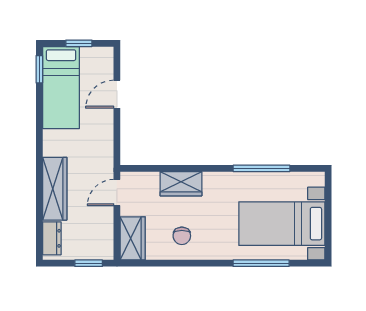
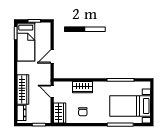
door: (117, 94) -> (52, 57), moved
door: (117, 193) -> (52, 91), hinge flipped

